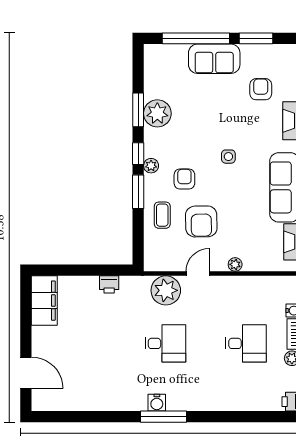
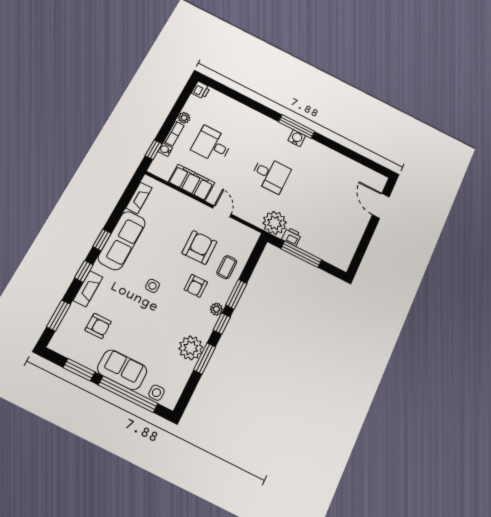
side table: (169, 53) -> (156, 393), added
armchair: (261, 89) -> (98, 326), turned -90
plant: (235, 264) -> (190, 203), removed
window: (90, 270) -> (301, 254), added
door: (198, 274) -> (222, 211), swing flipped
plant: (166, 290) -> (275, 223), moved
filing cabinet: (44, 301) -> (192, 182), moved, turned 90
desk: (165, 343) -> (271, 175), turned 180

